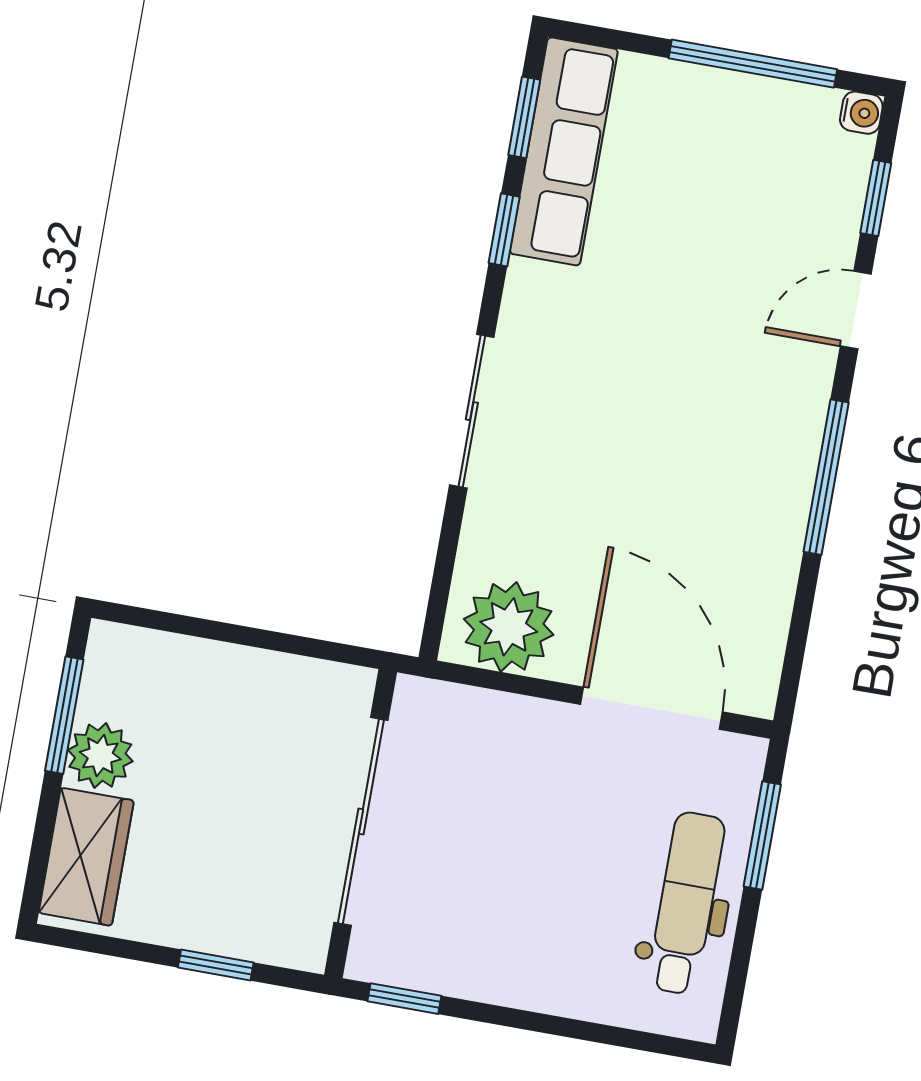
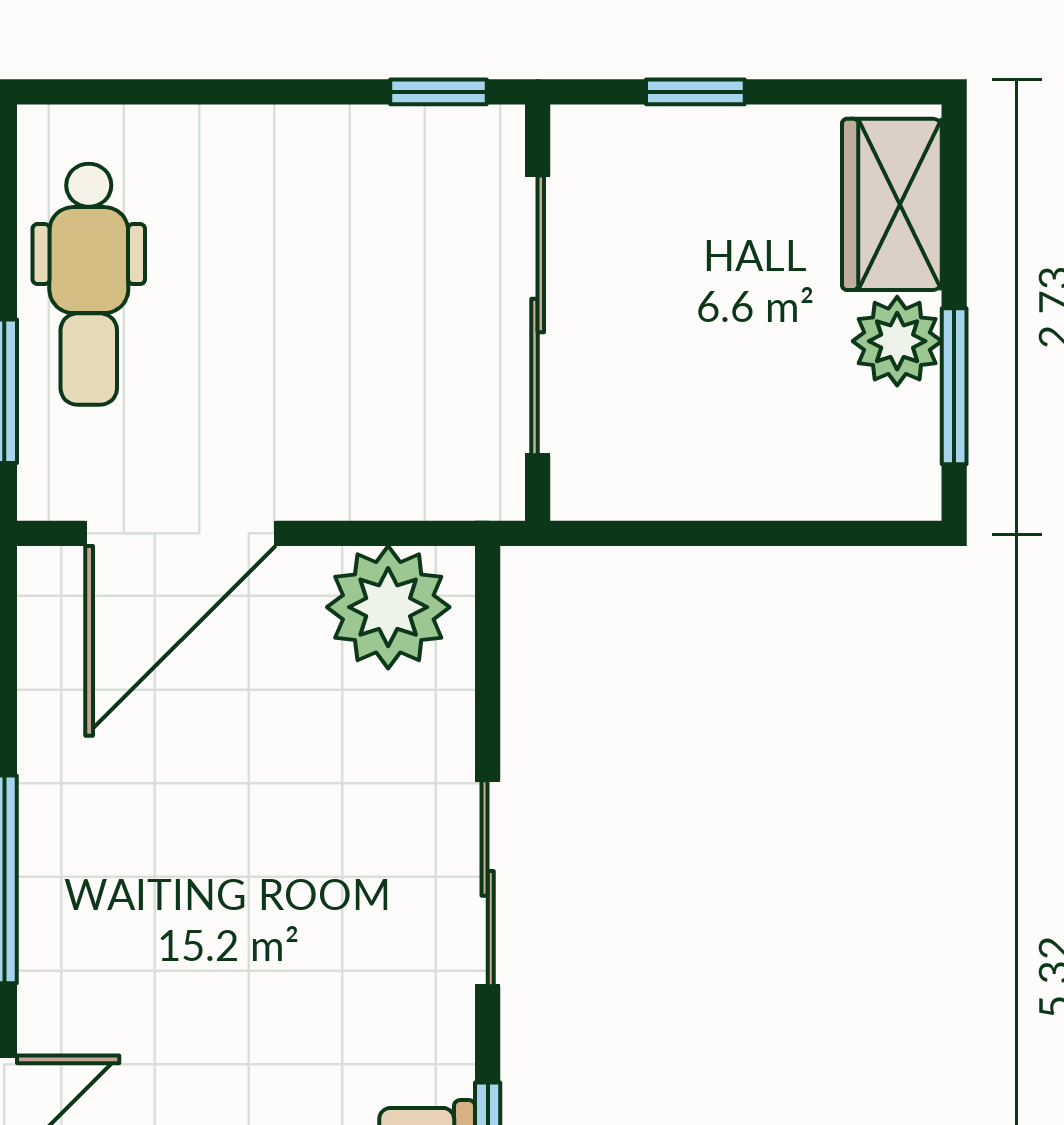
door: (652, 708) -> (181, 533), hinge flipped

